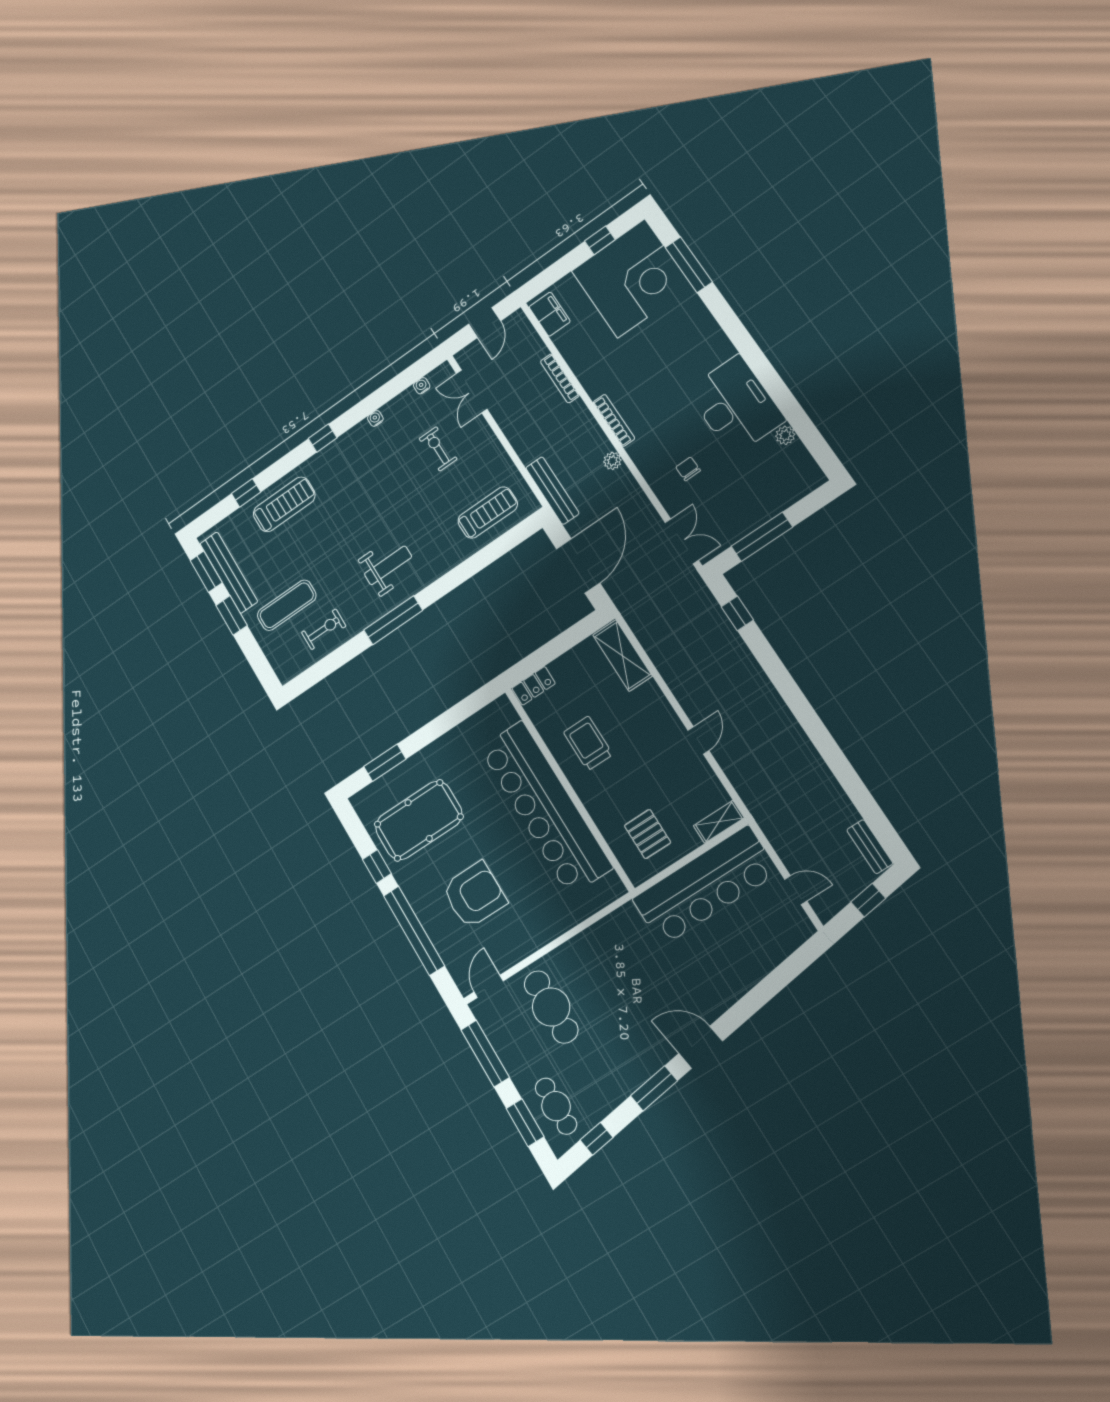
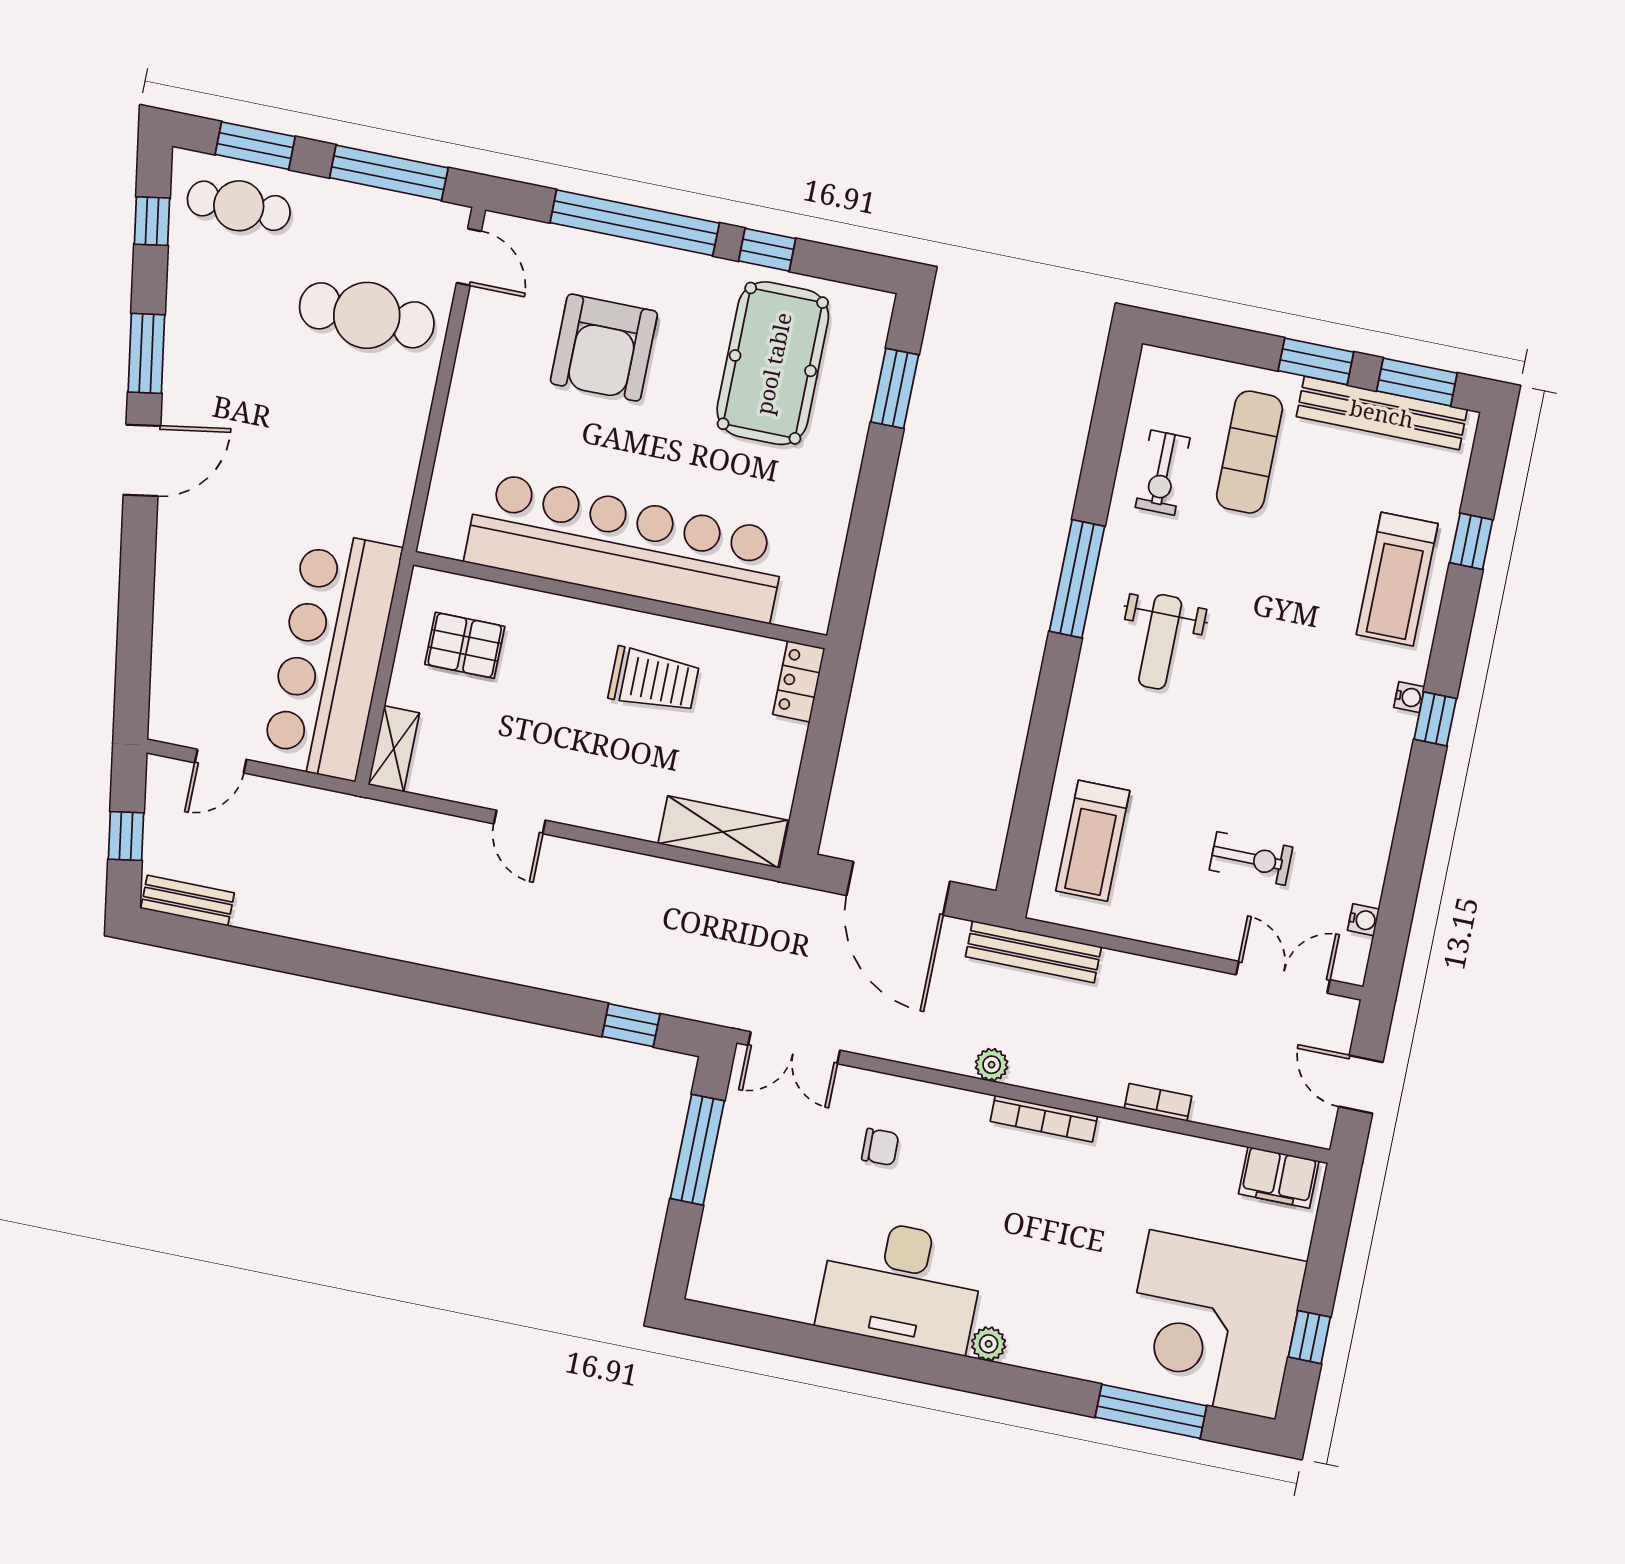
bookcase: (560, 378) -> (1158, 1102), width x0.64
water cooler: (375, 418) -> (1409, 697), moved
plant: (785, 435) -> (989, 1344), moved

